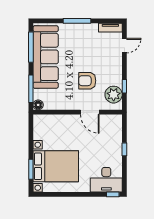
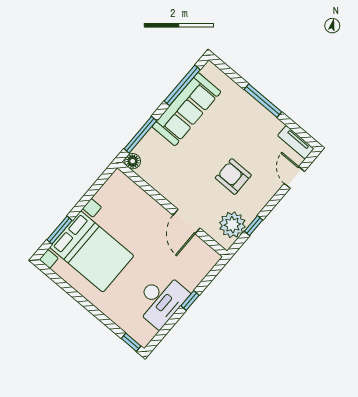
door: (124, 46) -> (294, 177), swing flipped
sofa: (46, 57) -> (186, 109), width x0.74, depth x0.79
armchair: (87, 81) -> (233, 177), moved
desk: (106, 180) -> (161, 300), moved, turned -90

